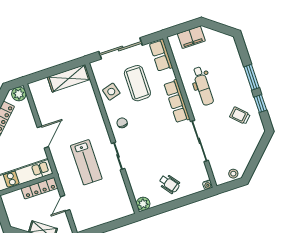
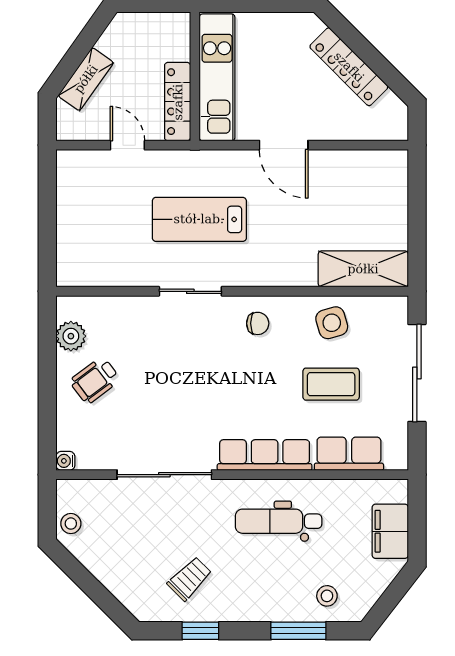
row of seats: (161, 55) -> (349, 454), moved
stool: (228, 55) -> (327, 596), added
window: (252, 77) -> (298, 631), moved
shelving: (69, 78) -> (363, 269), moved, turned 90
coffee table: (137, 83) -> (331, 384), width x0.73, depth x0.76
plant: (19, 94) -> (393, 125), removed
plant: (143, 204) -> (71, 336), moved

